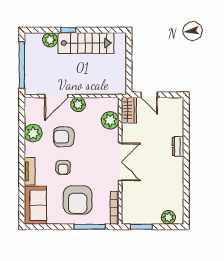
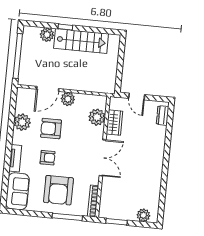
wardrobe: (129, 110) -> (114, 123), moved
dresser: (178, 146) -> (163, 115), moved
armchair: (63, 167) -> (48, 158), turned -90

